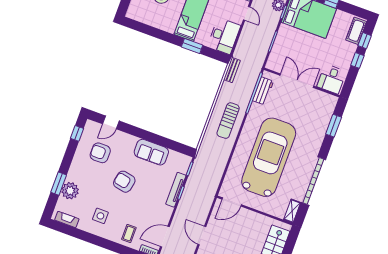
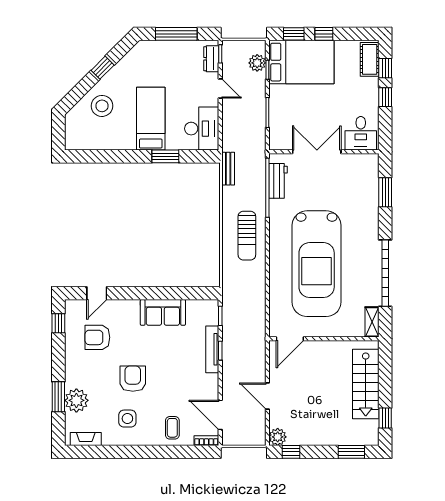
car: (269, 157) -> (317, 264), turned 180
armchair: (124, 182) -> (133, 379), moved, turned 79
door: (165, 237) -> (220, 415), hinge flipped

